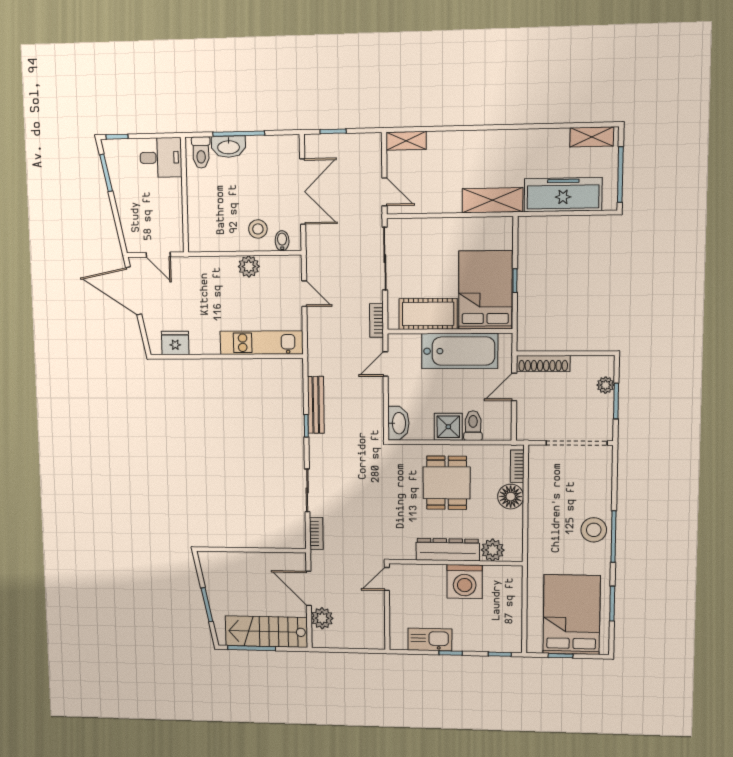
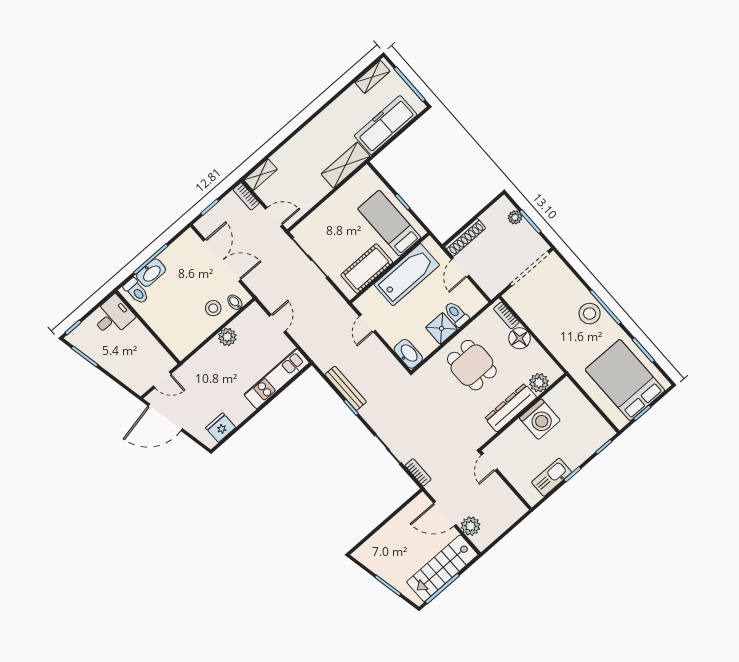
bed: (485, 290) -> (389, 223), width x0.67
door: (304, 294) -> (277, 323), hinge flipped
bookcase: (376, 321) -> (246, 196), moved

